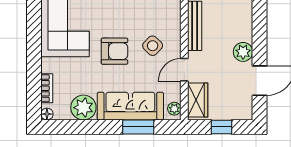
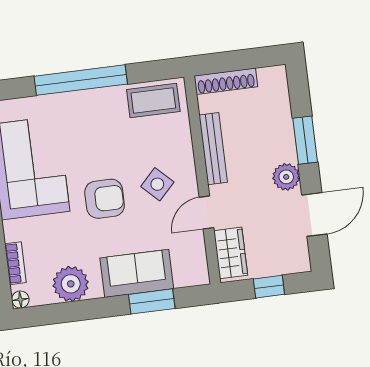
window: (259, 28) -> (305, 140), added
sofa: (130, 106) -> (137, 273), width x0.73
plant: (174, 109) -> (199, 269), removed

